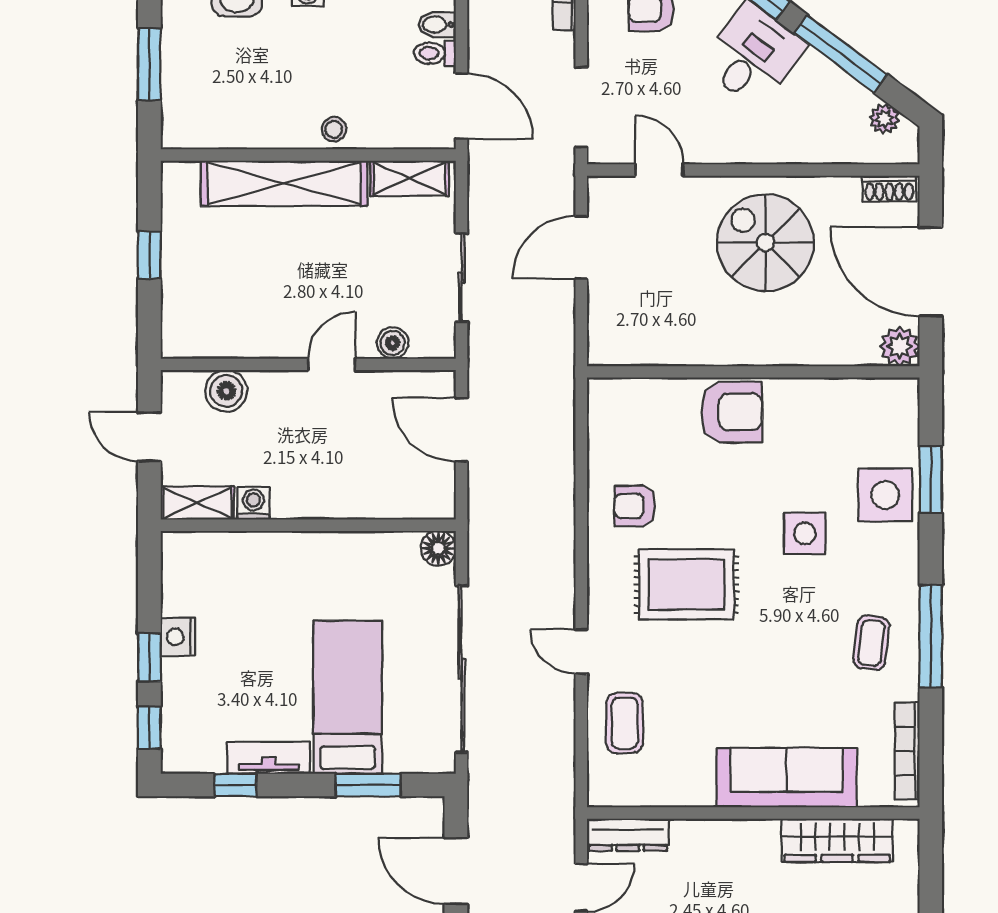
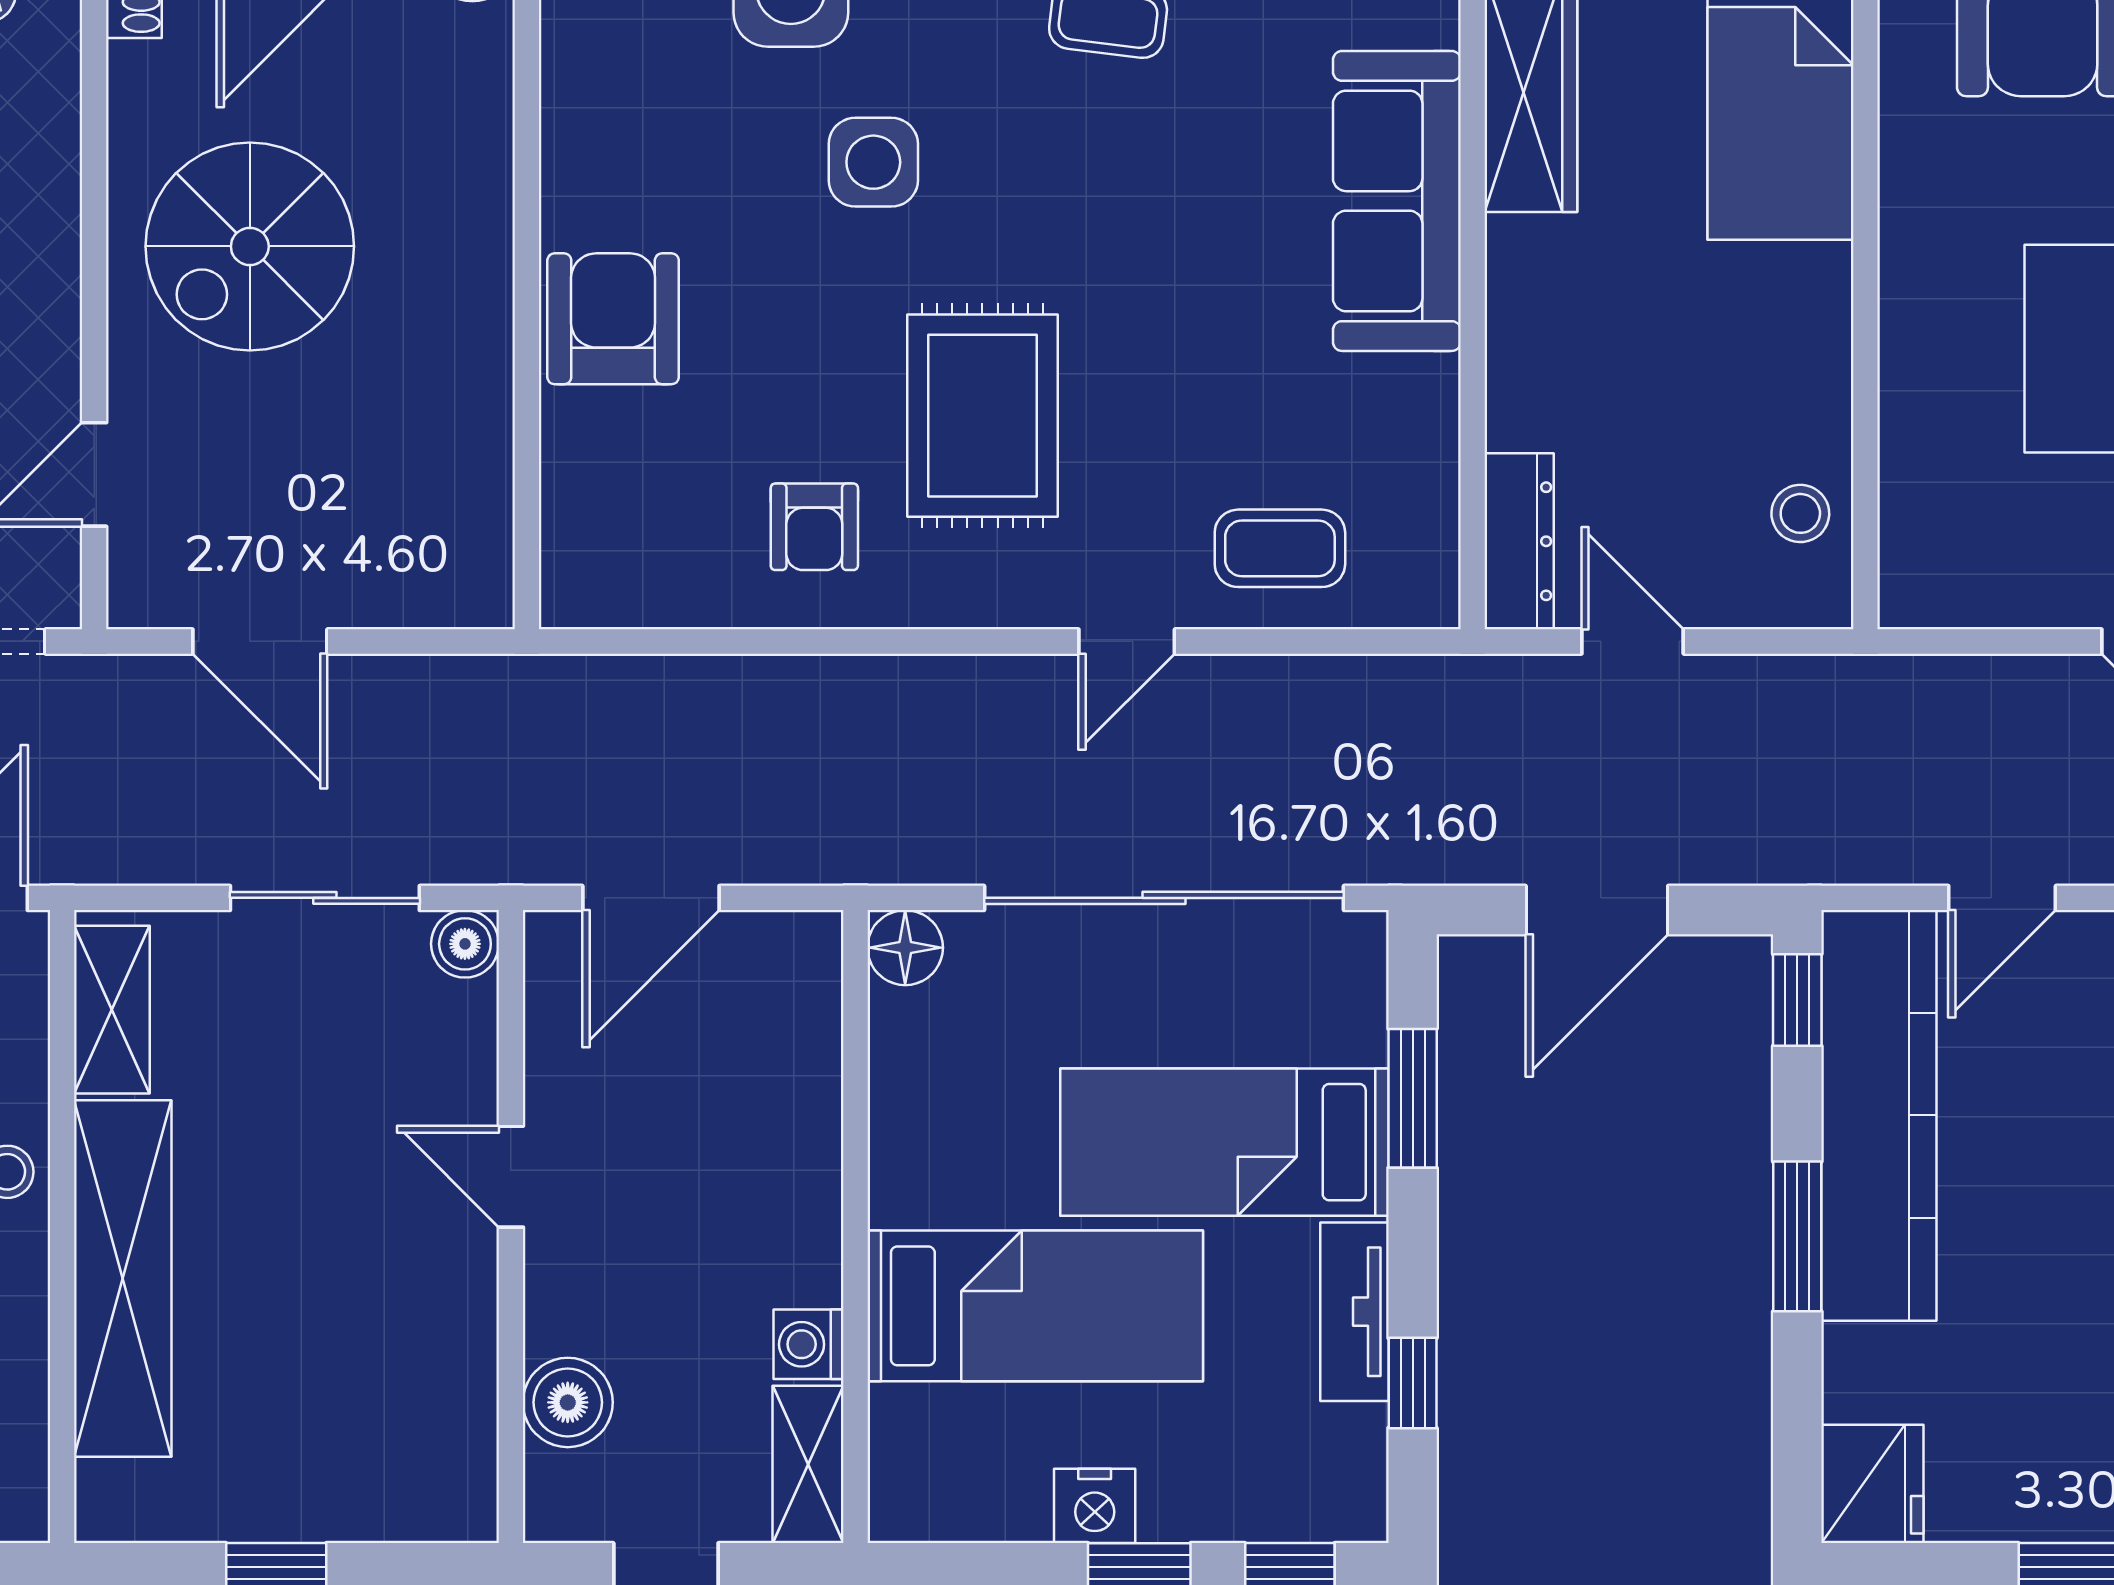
boiler: (393, 343) -> (465, 944), moved
bed: (271, 609) -> (1035, 1306), added

